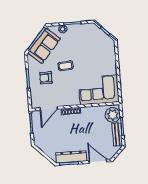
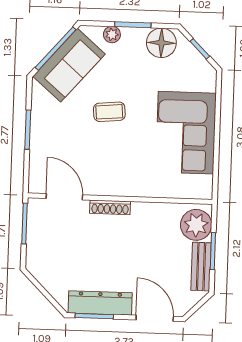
floor lamp: (87, 30) -> (161, 43), added
armchair: (46, 78) -> (66, 132), removed
corner sofa: (99, 90) -> (186, 133), moved, turned -90
door: (49, 108) -> (64, 197), swing flipped

